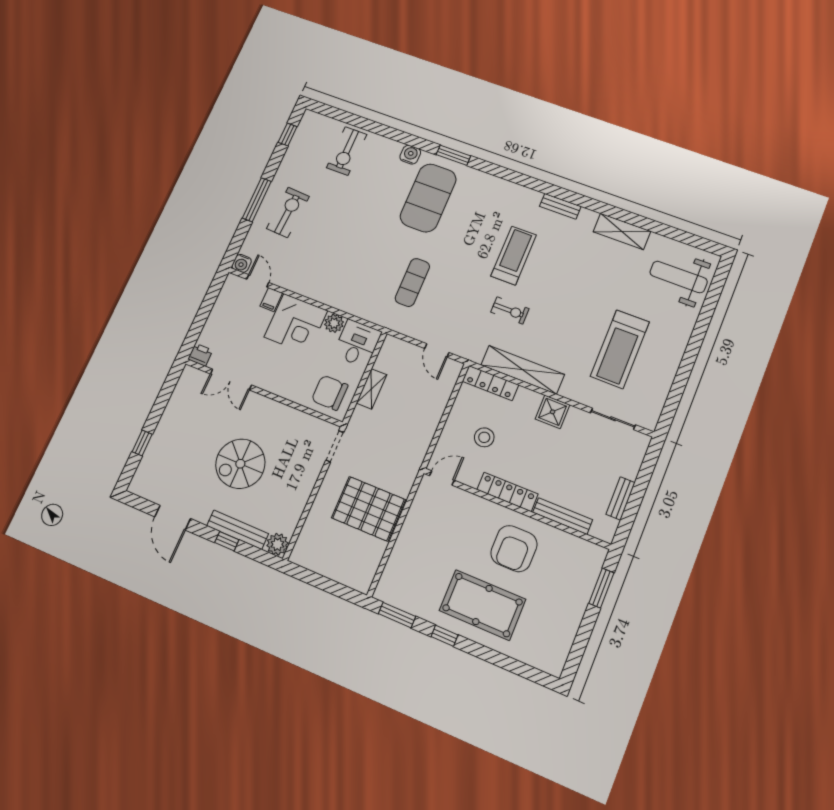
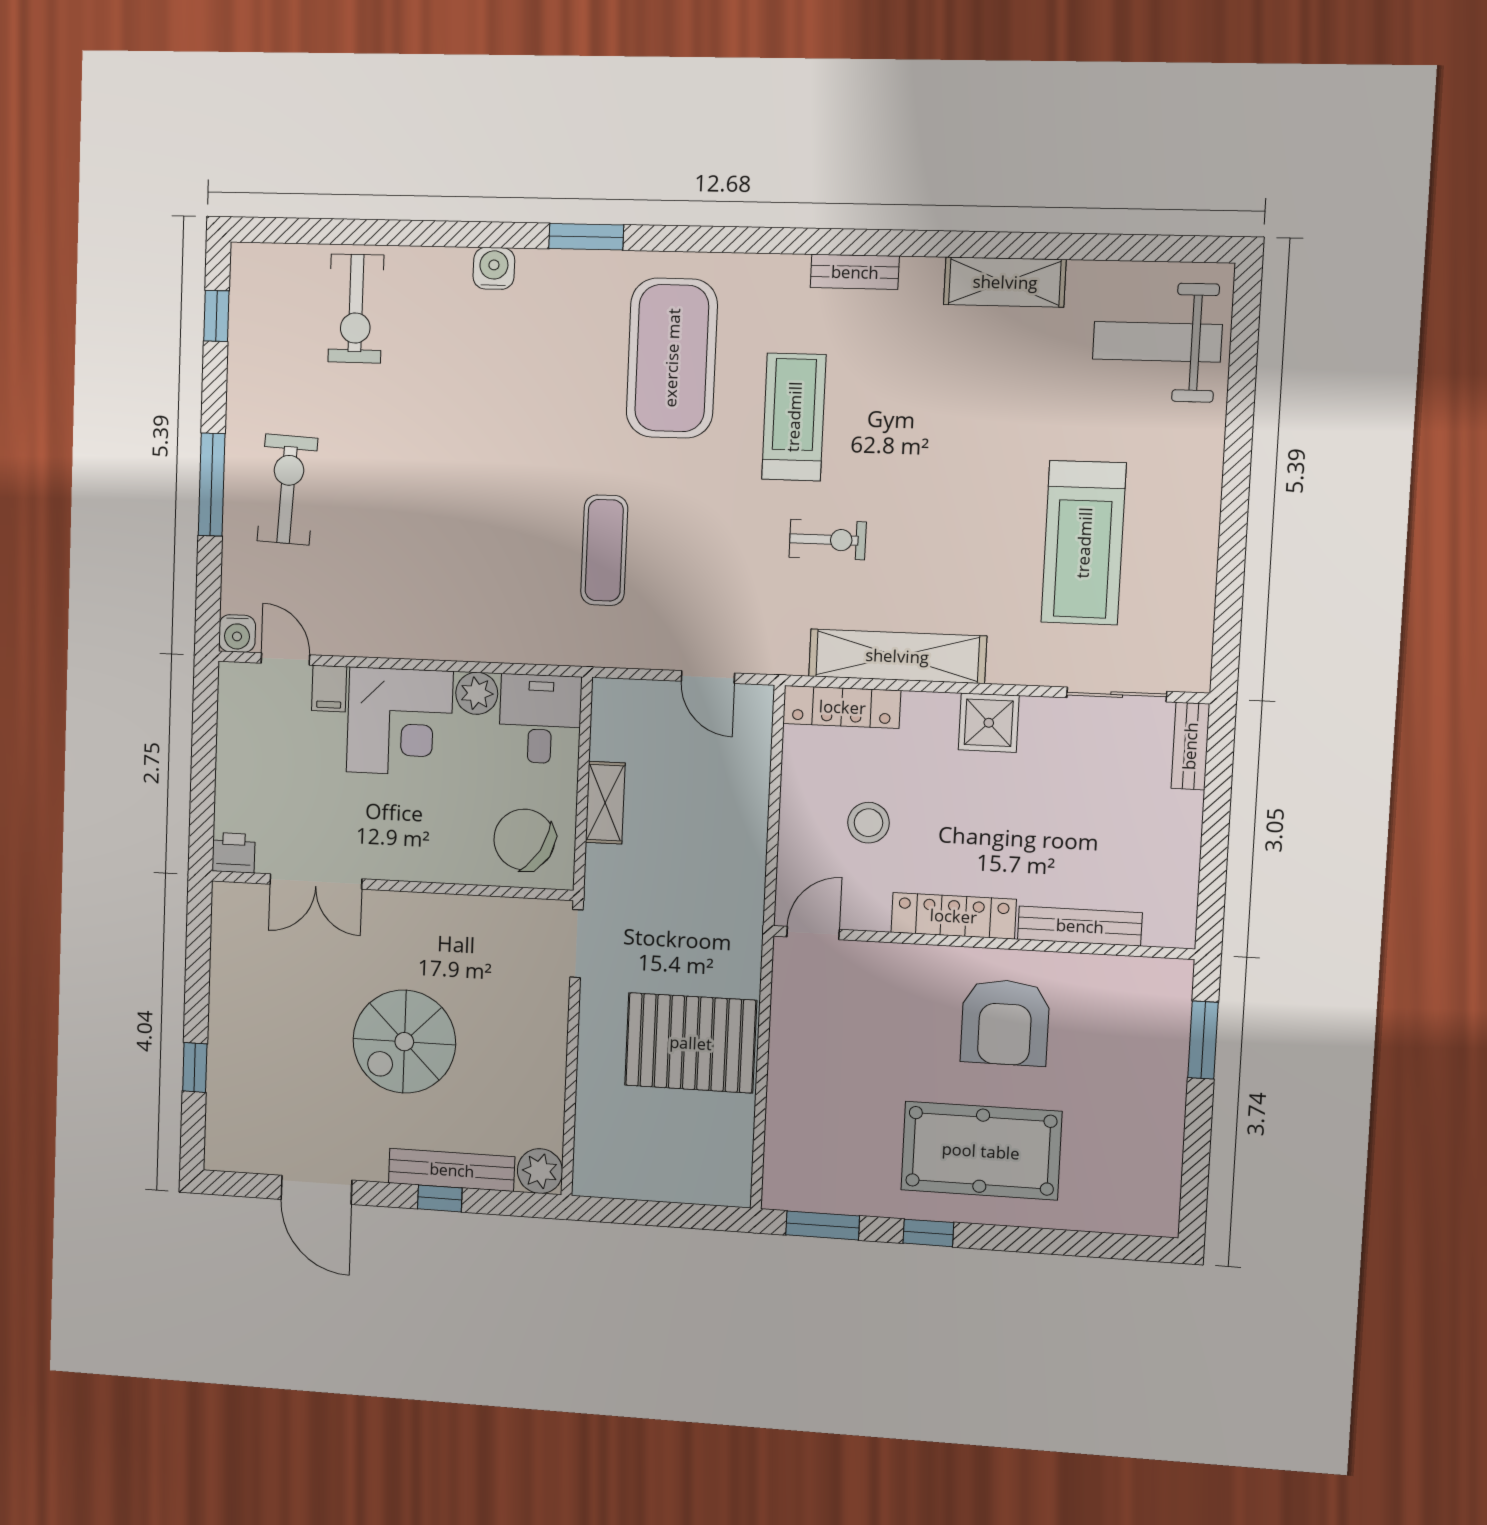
exercise mat: (428, 198) -> (672, 358), moved
chair: (330, 393) -> (524, 840), turned 31
bench: (621, 498) -> (1190, 746), moved

